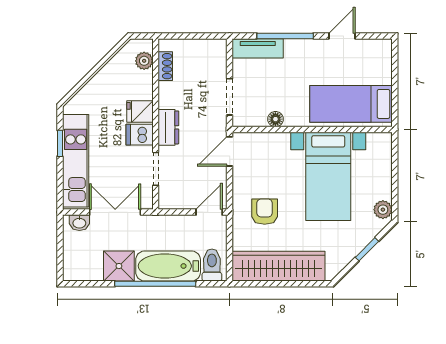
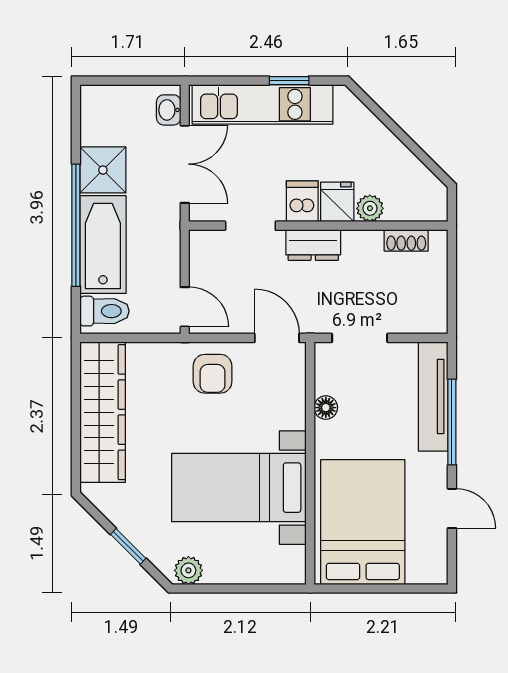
tv unit: (258, 48) -> (433, 396), width x1.41
plant: (144, 61) -> (370, 208), moved
bed: (351, 104) -> (363, 522), width x1.50
armchair: (265, 212) -> (213, 374), moved, turned 90

